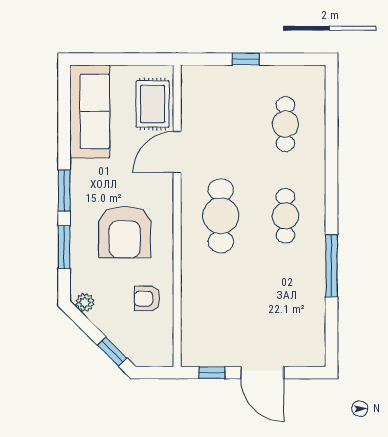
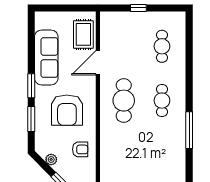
sofa: (90, 111) -> (46, 57), moved
armchair: (147, 299) -> (80, 149), turned 180
plant: (85, 302) -> (51, 159), moved

